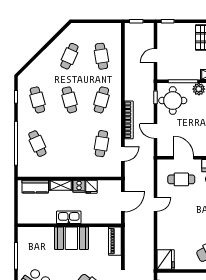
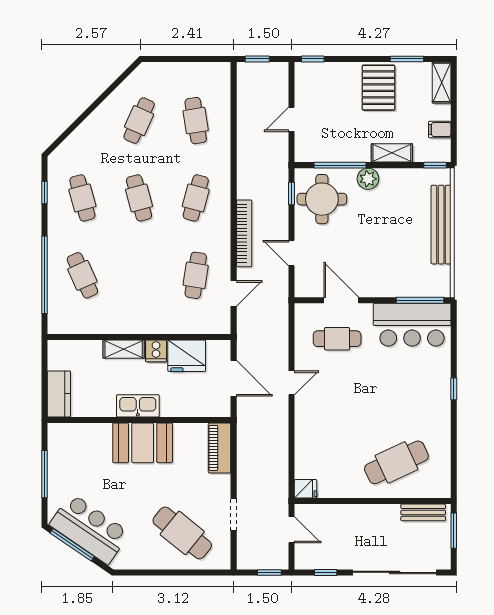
kitchen counter: (35, 187) -> (59, 394), moved, turned -90
fridge: (91, 187) -> (187, 356), width x1.88, depth x1.34
door: (123, 202) -> (234, 378), hinge flipped
fridge: (166, 260) -> (306, 489), width x0.53, depth x0.75

